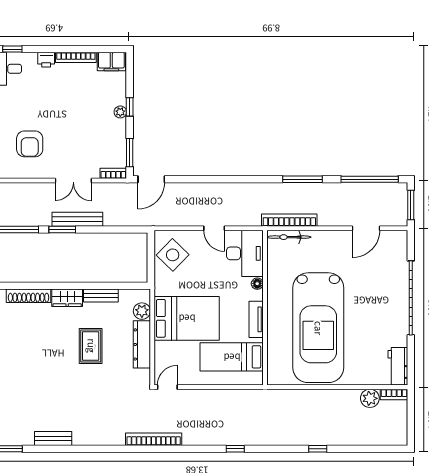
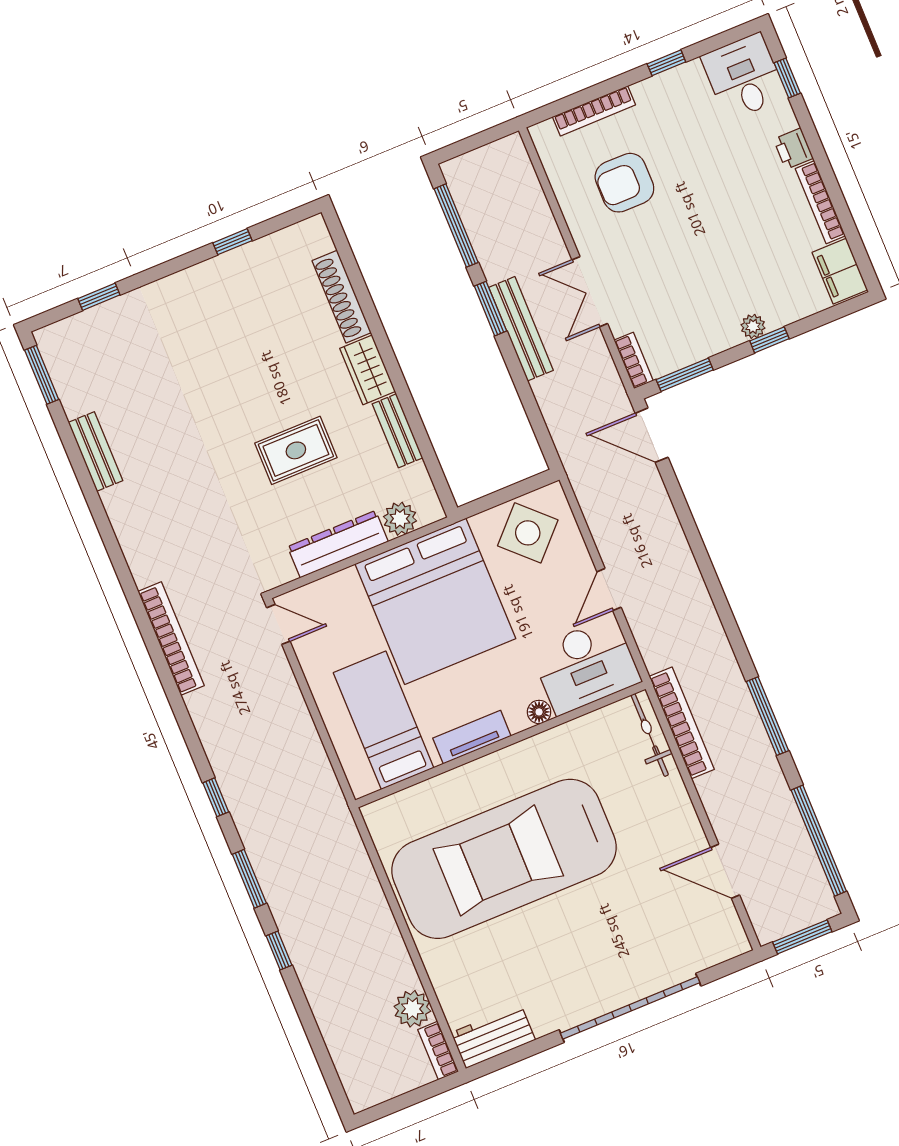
bed: (187, 318) -> (435, 601), width x1.36
window: (279, 449) -> (249, 879), added

